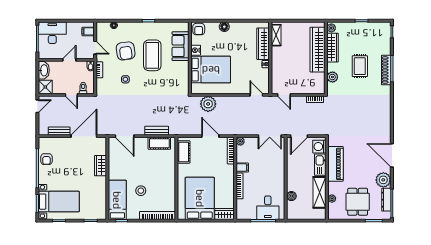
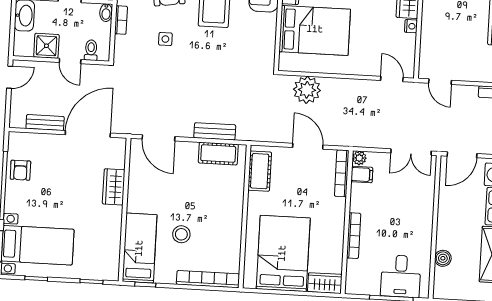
shower: (45, 87) -> (46, 46), moved
filing cabinet: (242, 168) -> (362, 175), moved

